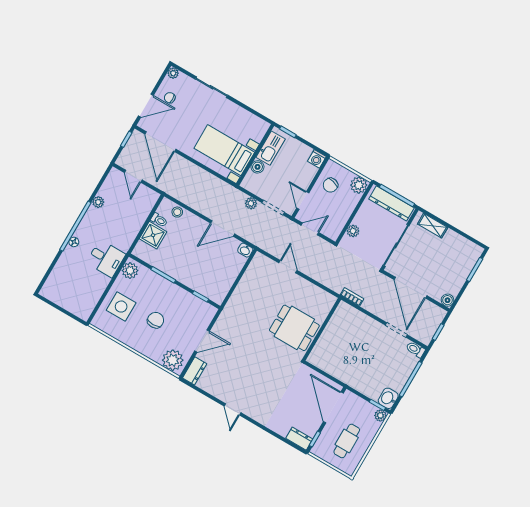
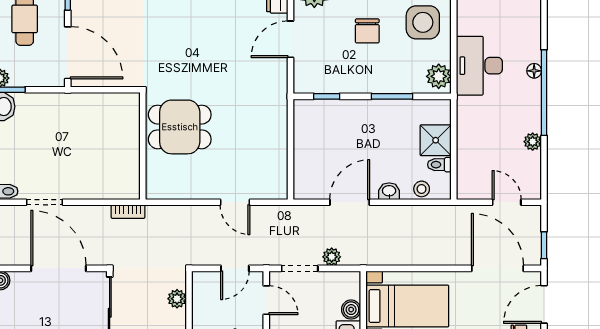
washbasin: (245, 250) -> (389, 191), moved
desk: (106, 259) -> (479, 66), width x1.37

